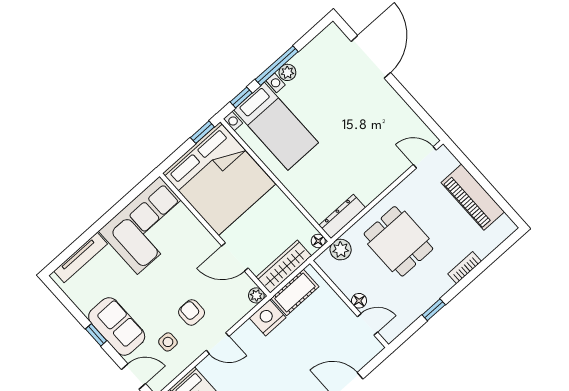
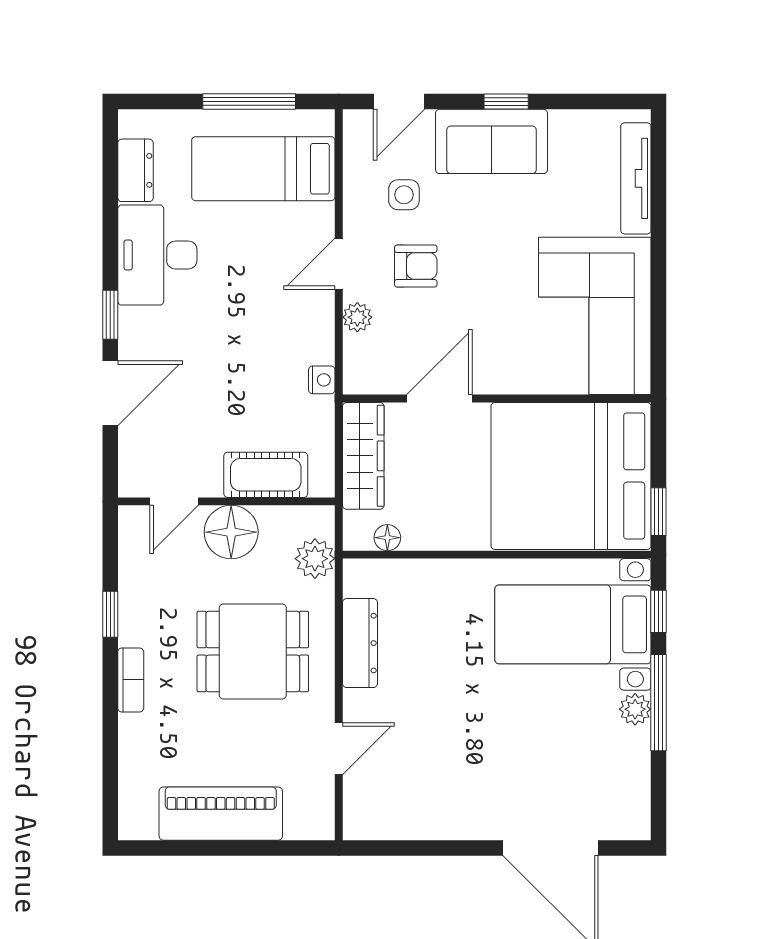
door: (425, 157) -> (339, 749), moved
dresser: (342, 217) -> (360, 643), moved
floor lamp: (318, 241) -> (387, 538), moved
bookcase: (465, 268) -> (131, 680), moved
cot: (295, 292) -> (266, 475), moved, turned 90
plant: (256, 295) -> (357, 317), moved
floor lamp: (359, 301) -> (231, 532), width x1.89, depth x1.89
nightstand: (268, 318) -> (322, 380), width x0.53, depth x0.56

